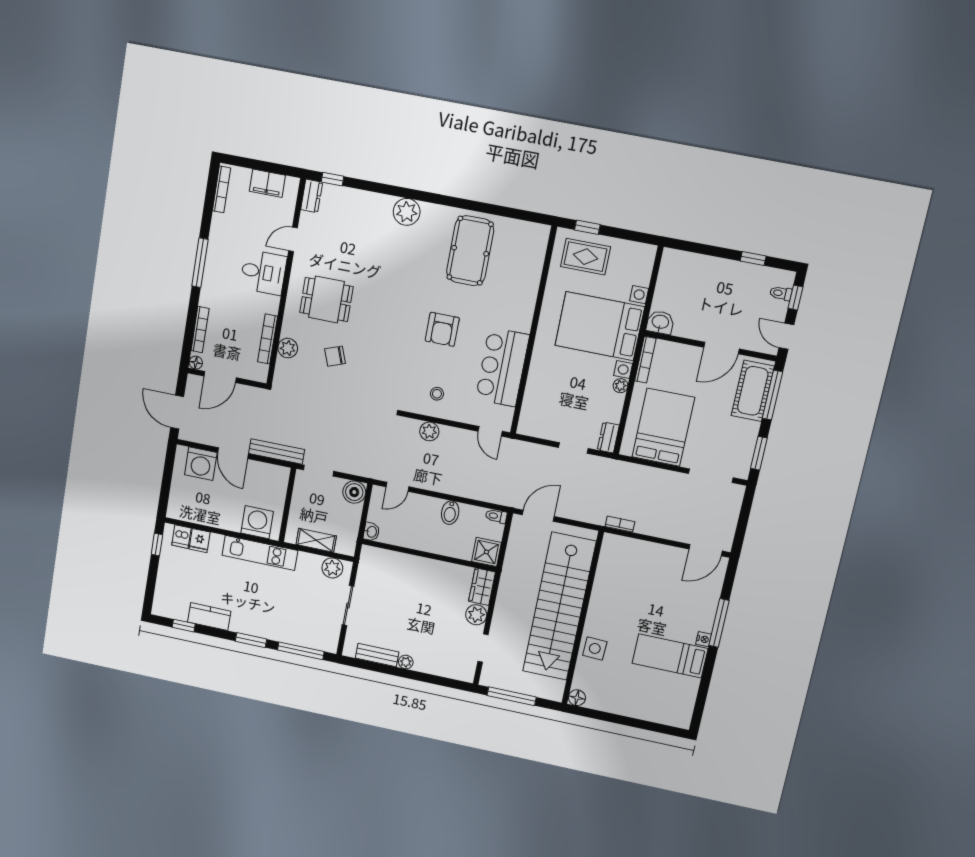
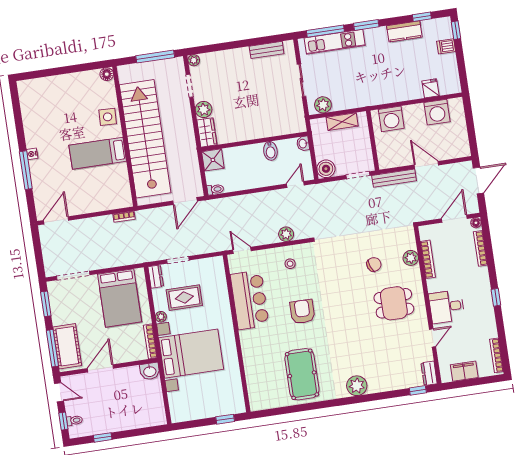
rug: (586, 257) -> (184, 298), moved
window: (200, 263) -> (496, 297), width x0.46
door: (177, 412) -> (478, 181), hinge flipped
washing machine: (201, 464) -> (437, 112), moved, turned 180
bidet: (450, 513) -> (270, 151), moved, turned 180
dishwasher: (181, 537) -> (446, 46), moved, turned -90
window: (157, 544) -> (456, 30), moved
kitchen unit: (260, 553) -> (335, 42), moved, turned 180
bed: (670, 656) -> (98, 153), moved, turned 180
plant: (406, 662) -> (194, 60), moved

